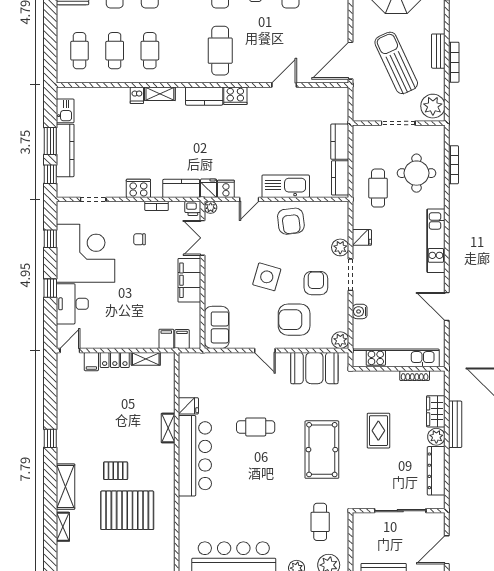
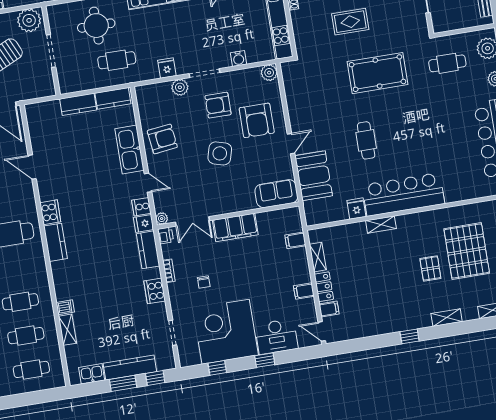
shelving: (160, 94) -> (67, 330), moved
filing cabinet: (182, 339) -> (304, 291), moved
booth: (314, 368) -> (314, 176), moved
shelving: (65, 487) -> (447, 318), width x0.67, depth x0.75

